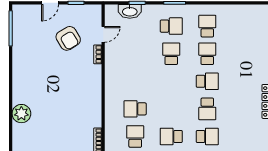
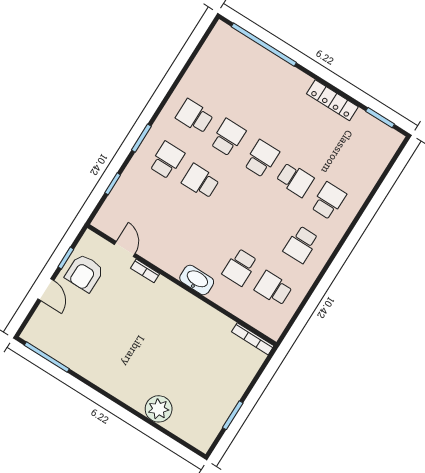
washbasin: (130, 11) -> (197, 280), moved, turned -90
armchair: (68, 38) -> (84, 273), moved, turned 121
school desk: (207, 54) -> (228, 137), turned 90

